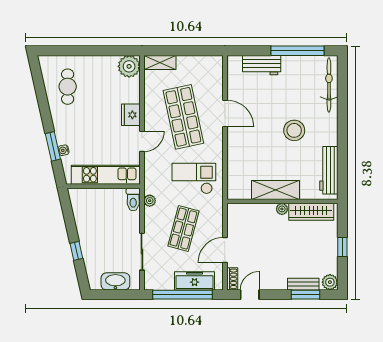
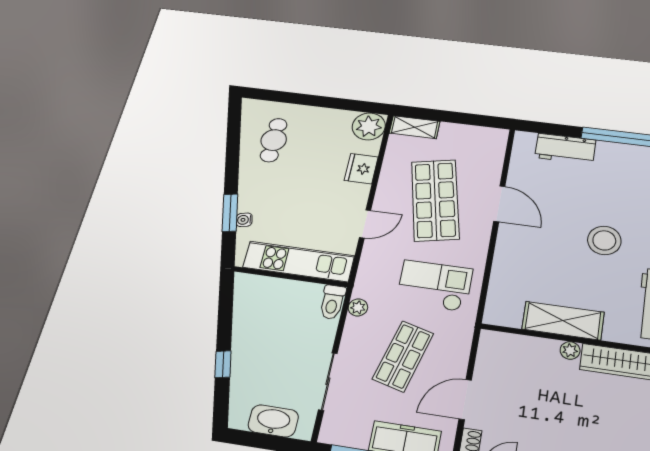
fridge: (131, 115) -> (361, 169), moved

